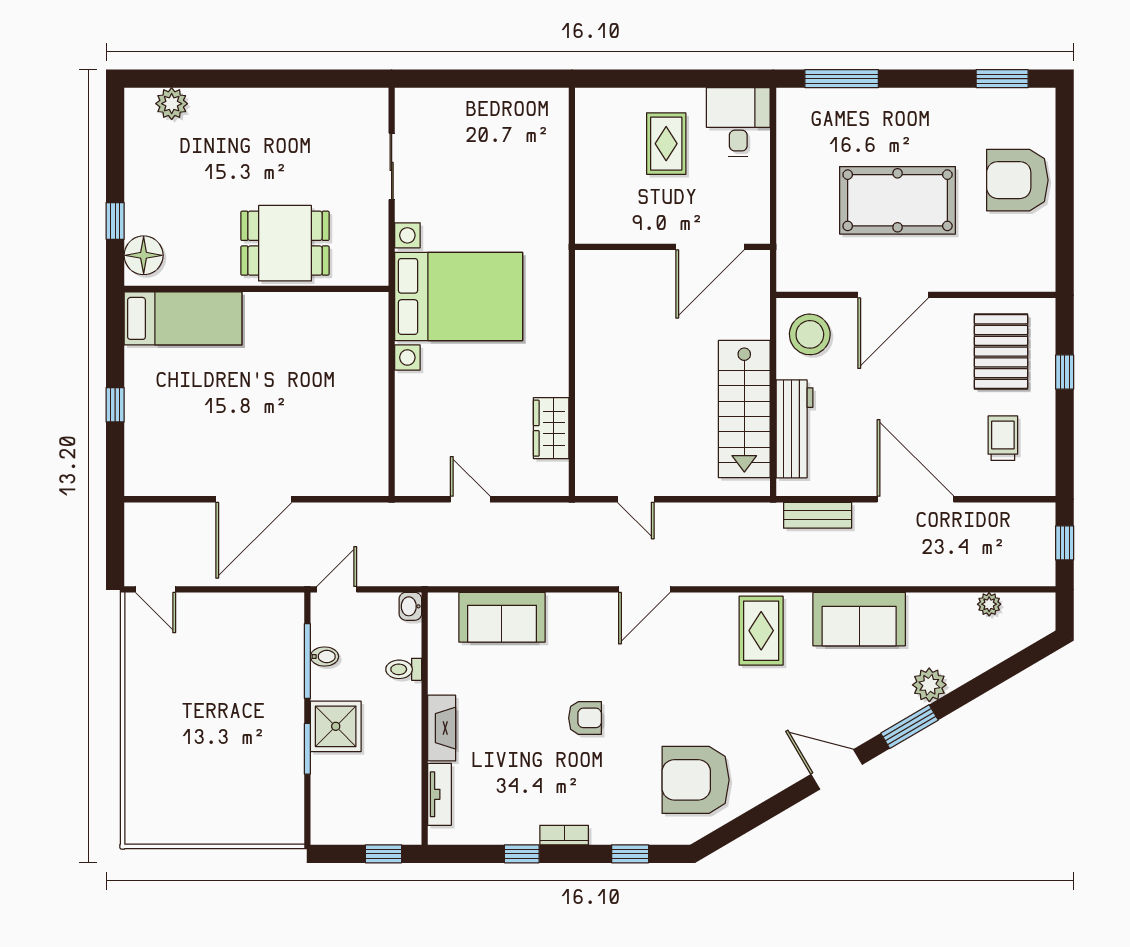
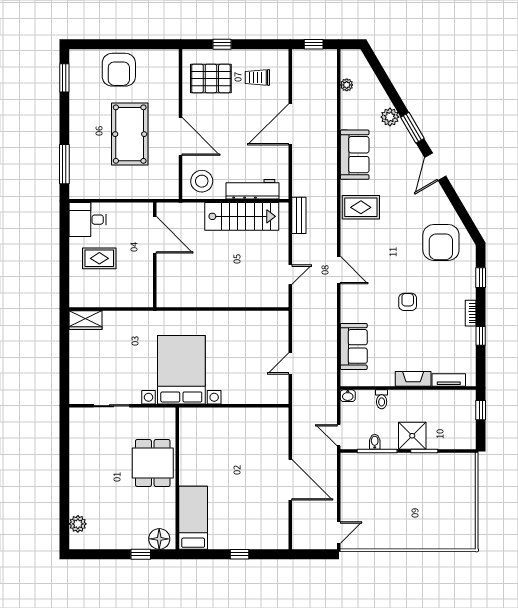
wardrobe: (551, 428) -> (86, 320), moved
bench: (818, 515) -> (299, 215), moved

